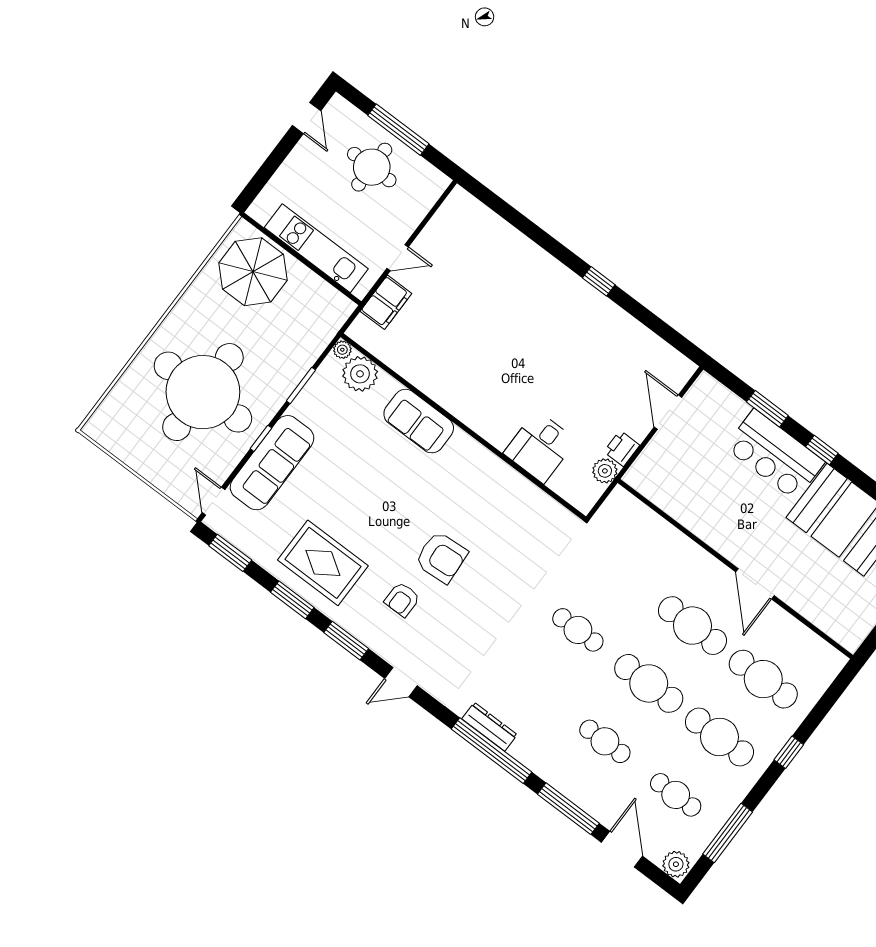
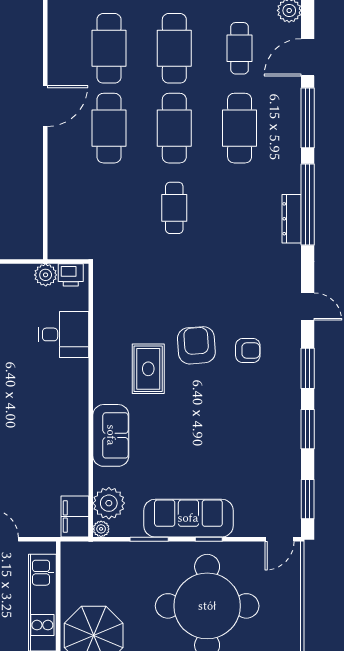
filing cabinet: (386, 302) -> (75, 517), moved, turned -90
printer: (622, 448) -> (71, 275), moved
sofa: (272, 463) -> (188, 518), moved
rug: (323, 563) -> (148, 369), moved, width x0.73, depth x0.70
cafe table: (605, 741) -> (240, 128), width x1.37, depth x1.35

